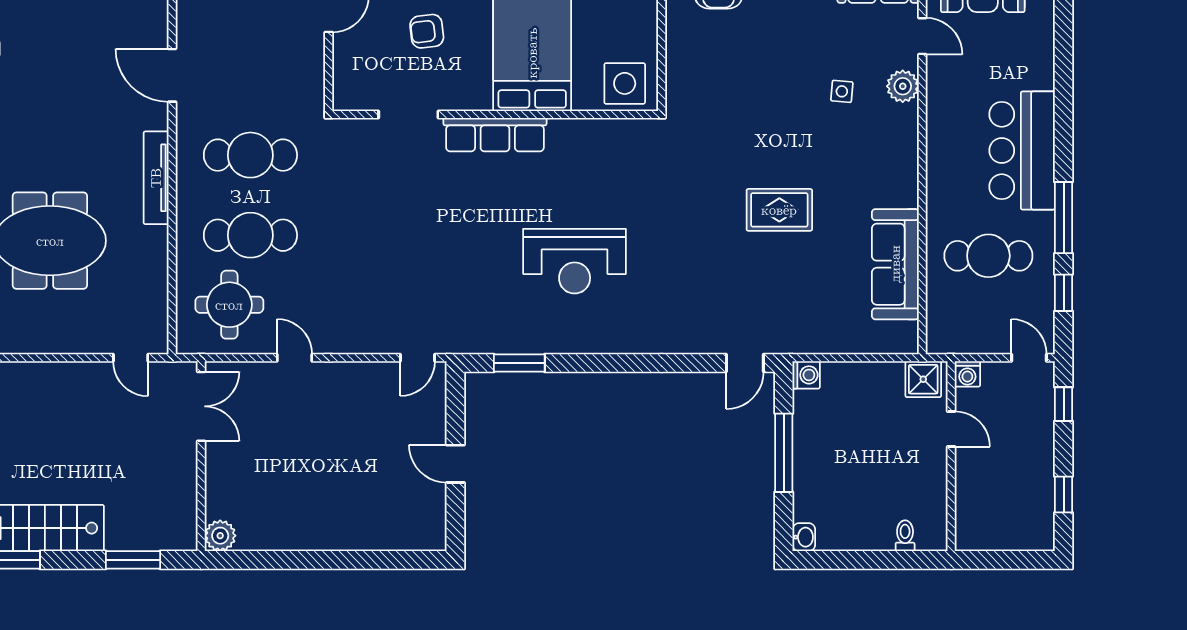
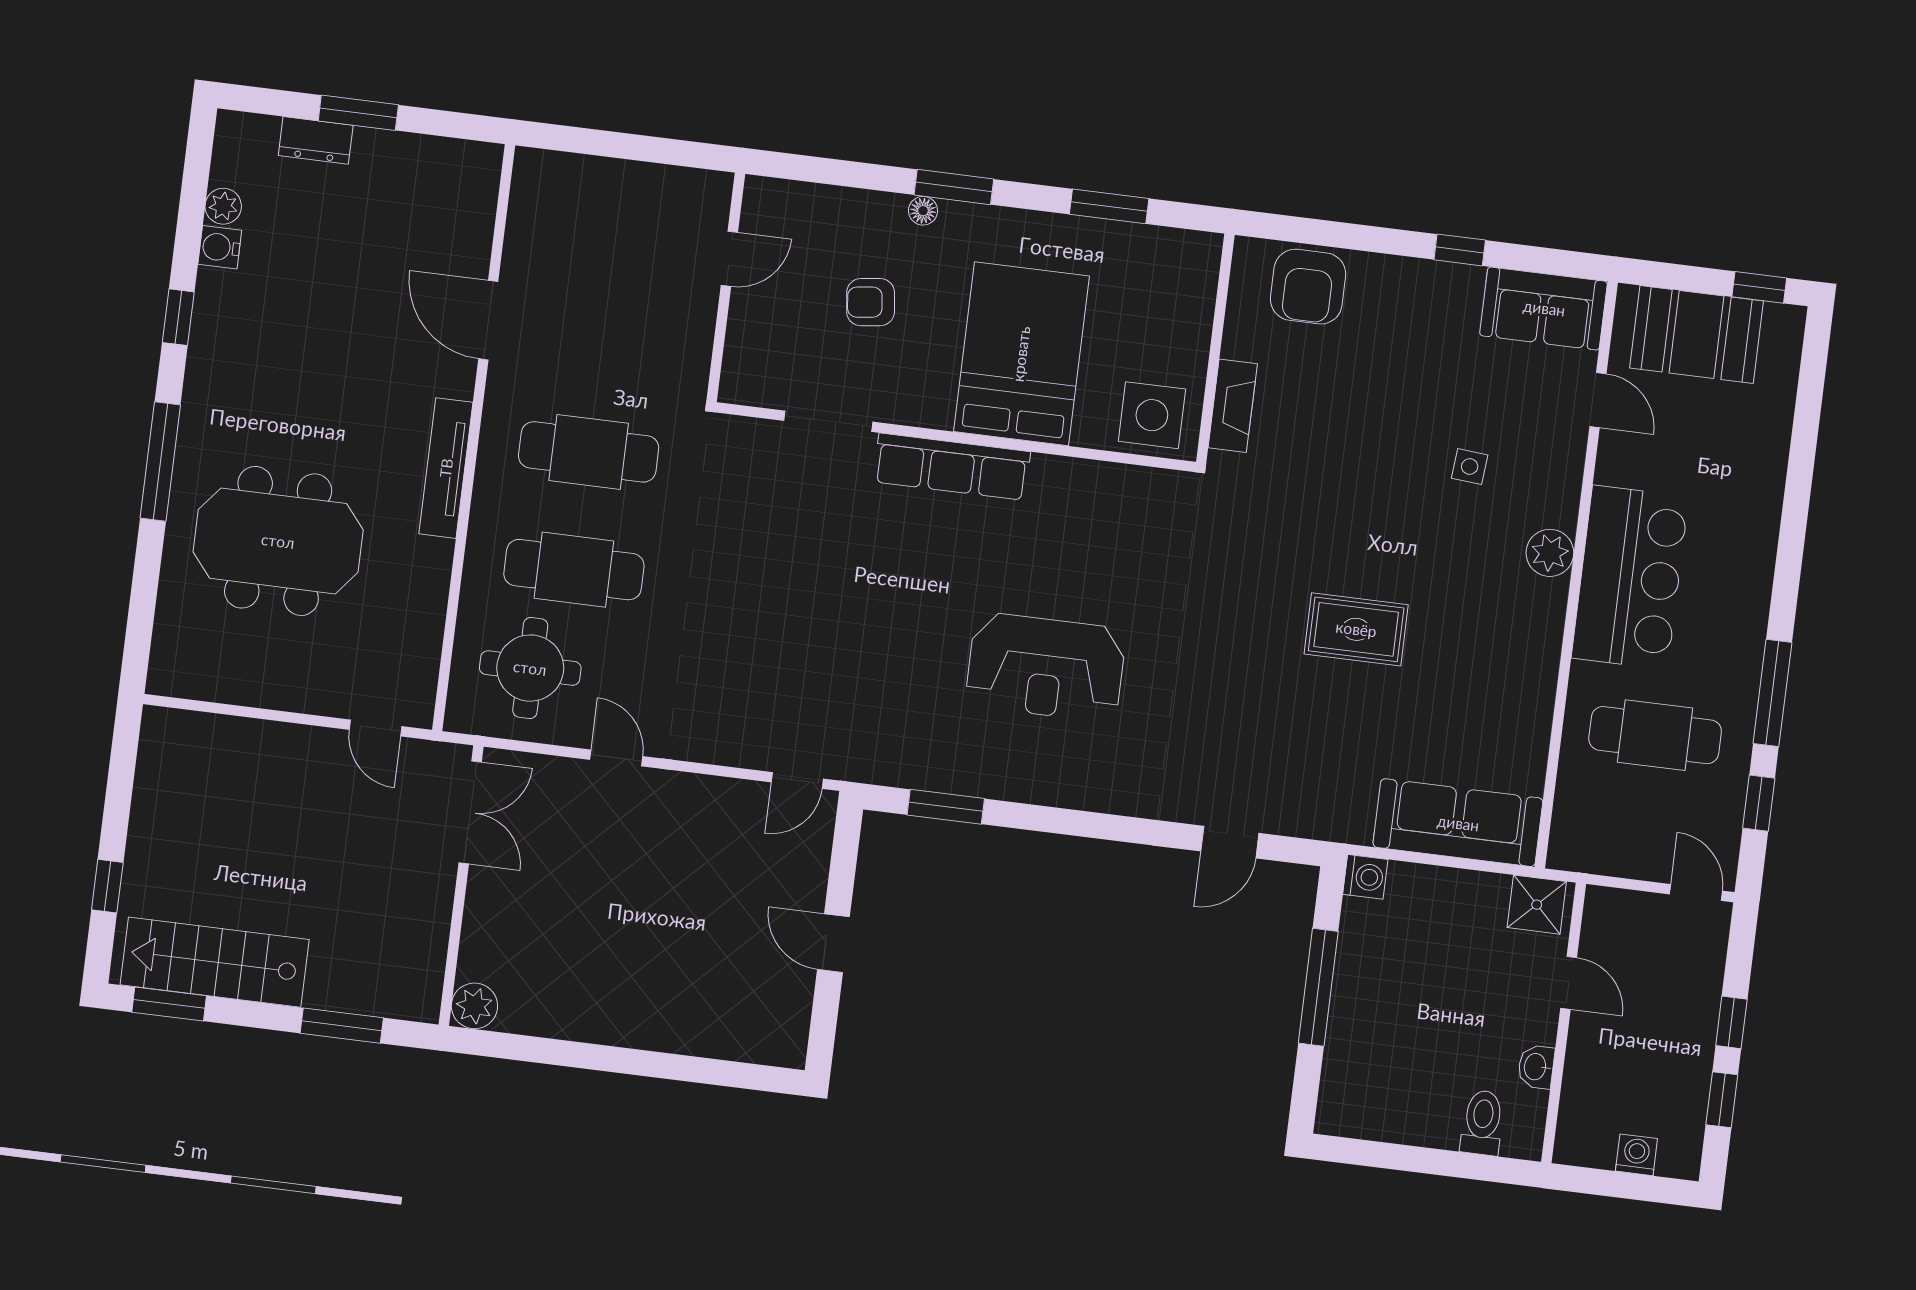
fireplace: (678, 70) -> (1233, 406), added
plant: (903, 86) -> (1550, 553), moved
bar counter: (1022, 150) -> (1630, 577), moved, turned 180
sofa: (895, 264) -> (1458, 823), moved, turned 90
door: (745, 363) -> (1230, 842), moved
washing machine: (967, 374) -> (1636, 1155), moved, turned 180
window: (1064, 404) -> (1731, 1022), moved
toilet: (905, 536) -> (1482, 1123), width x1.37, depth x1.39
washbasin: (804, 537) -> (1536, 1067), moved, turned 180

